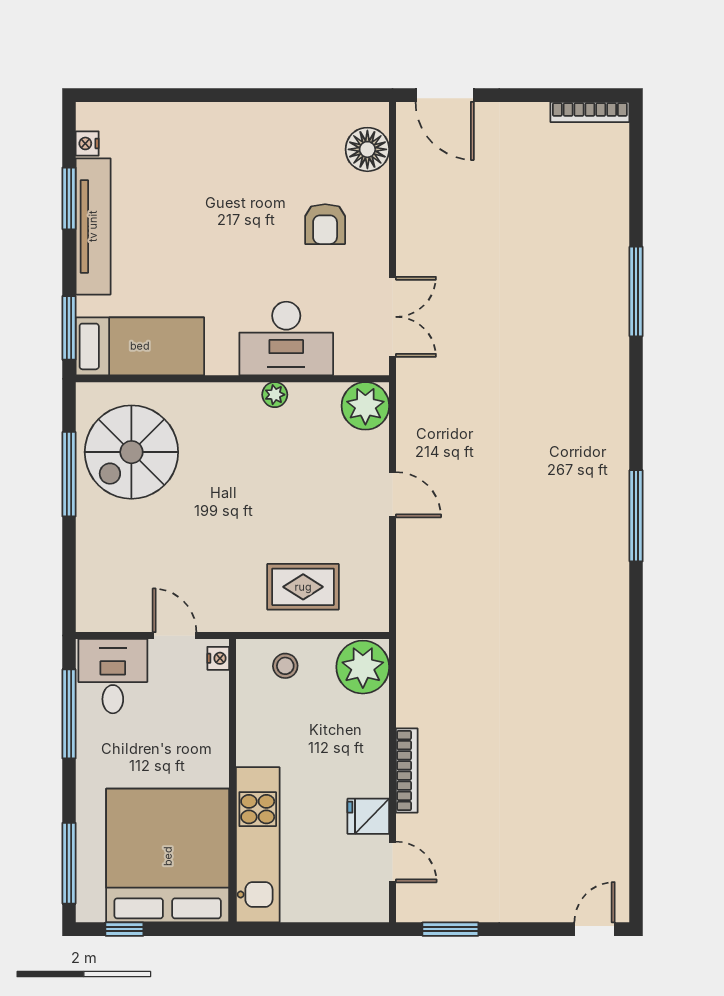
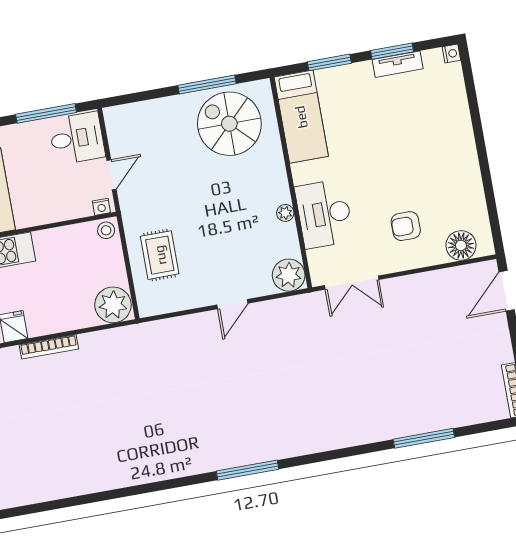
nightstand: (87, 143) -> (451, 54), moved, turned 90
tv unit: (93, 226) -> (398, 64), width x0.52, depth x0.78
window: (636, 291) -> (424, 438), moved
window: (69, 328) -> (329, 62), moved
stool: (285, 666) -> (106, 230), moved

